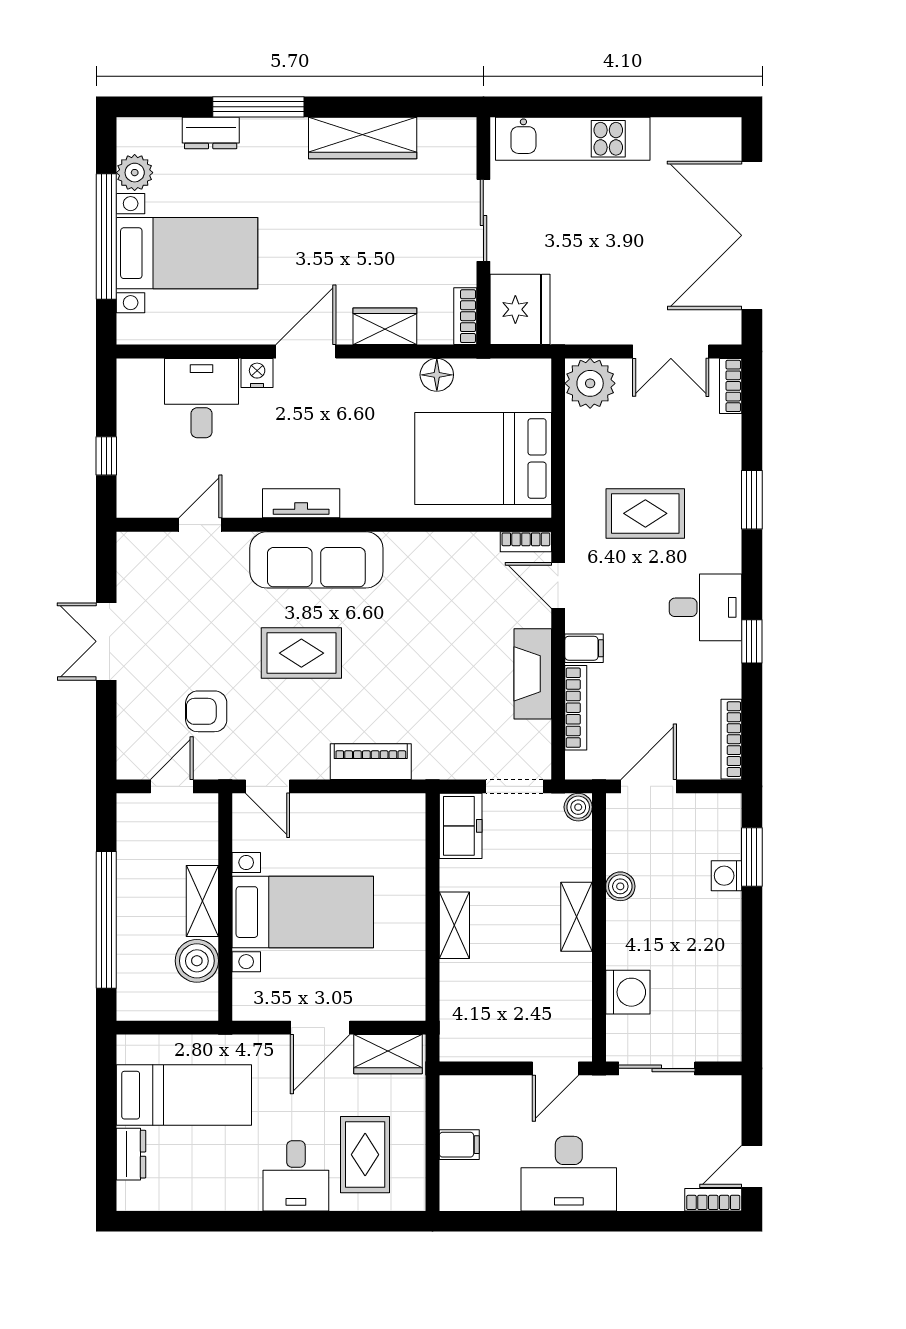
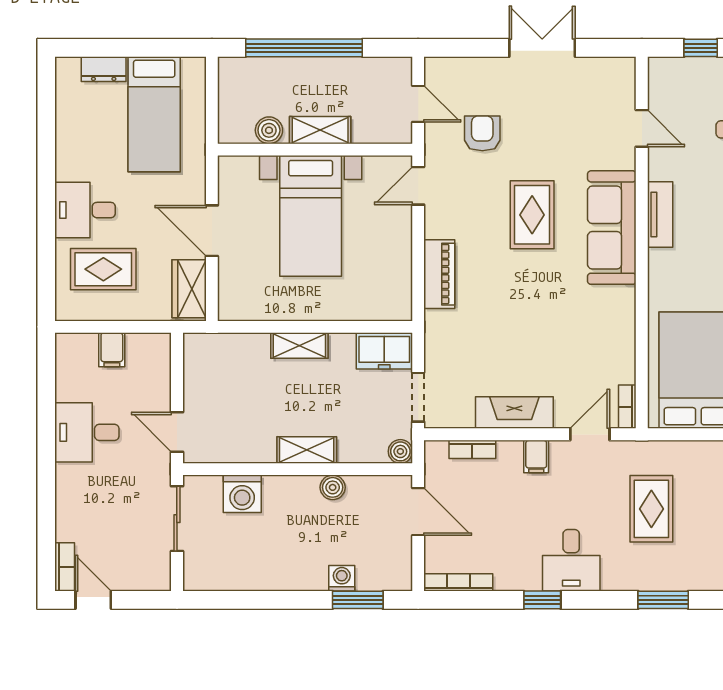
bookcase: (576, 708) -> (472, 449), width x0.64
boiler: (197, 961) -> (269, 130), width x0.73, depth x0.73
desk: (569, 1174) -> (87, 432), width x0.73

